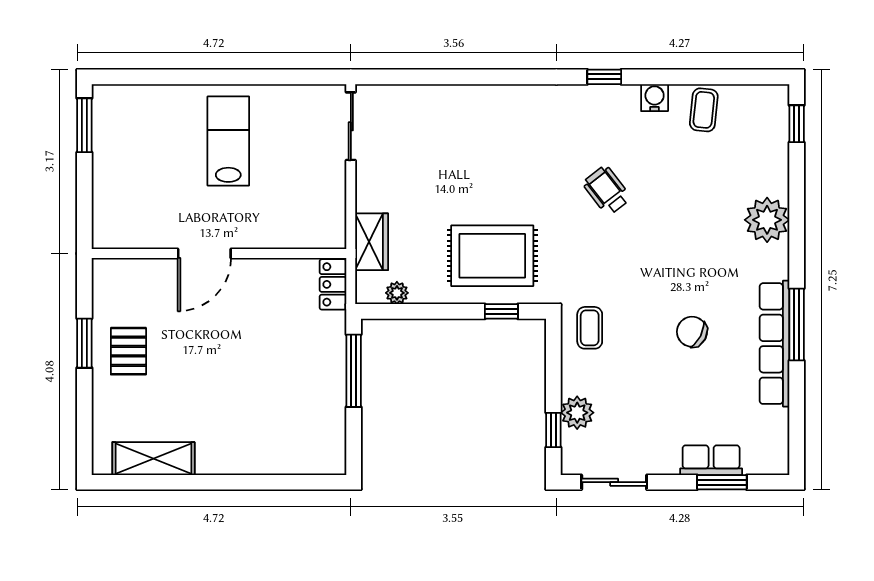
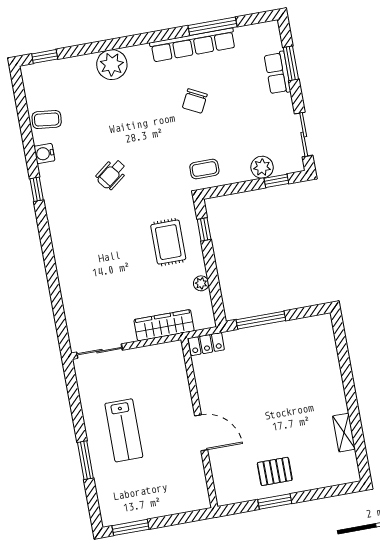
window: (195, 77) -> (85, 460), added
lab bench: (228, 141) -> (124, 430), turned -90
wardrobe: (372, 242) -> (164, 325), width x1.50
rug: (492, 256) -> (168, 242), width x0.73, depth x0.70
plant: (397, 293) -> (201, 283), moved
window: (797, 325) -> (212, 26), moved
shelving: (153, 459) -> (344, 433), width x0.67, depth x0.75

